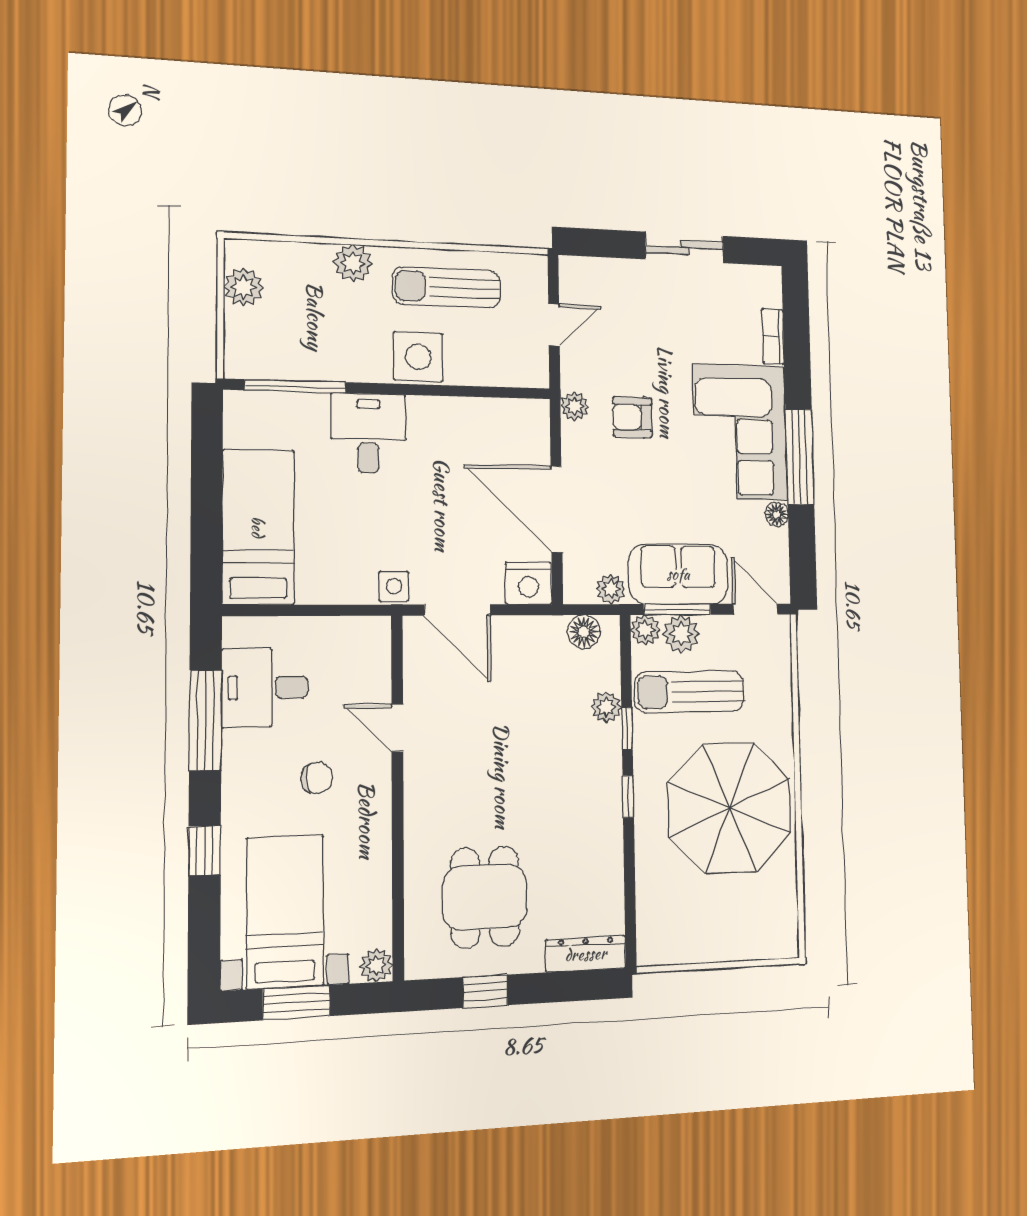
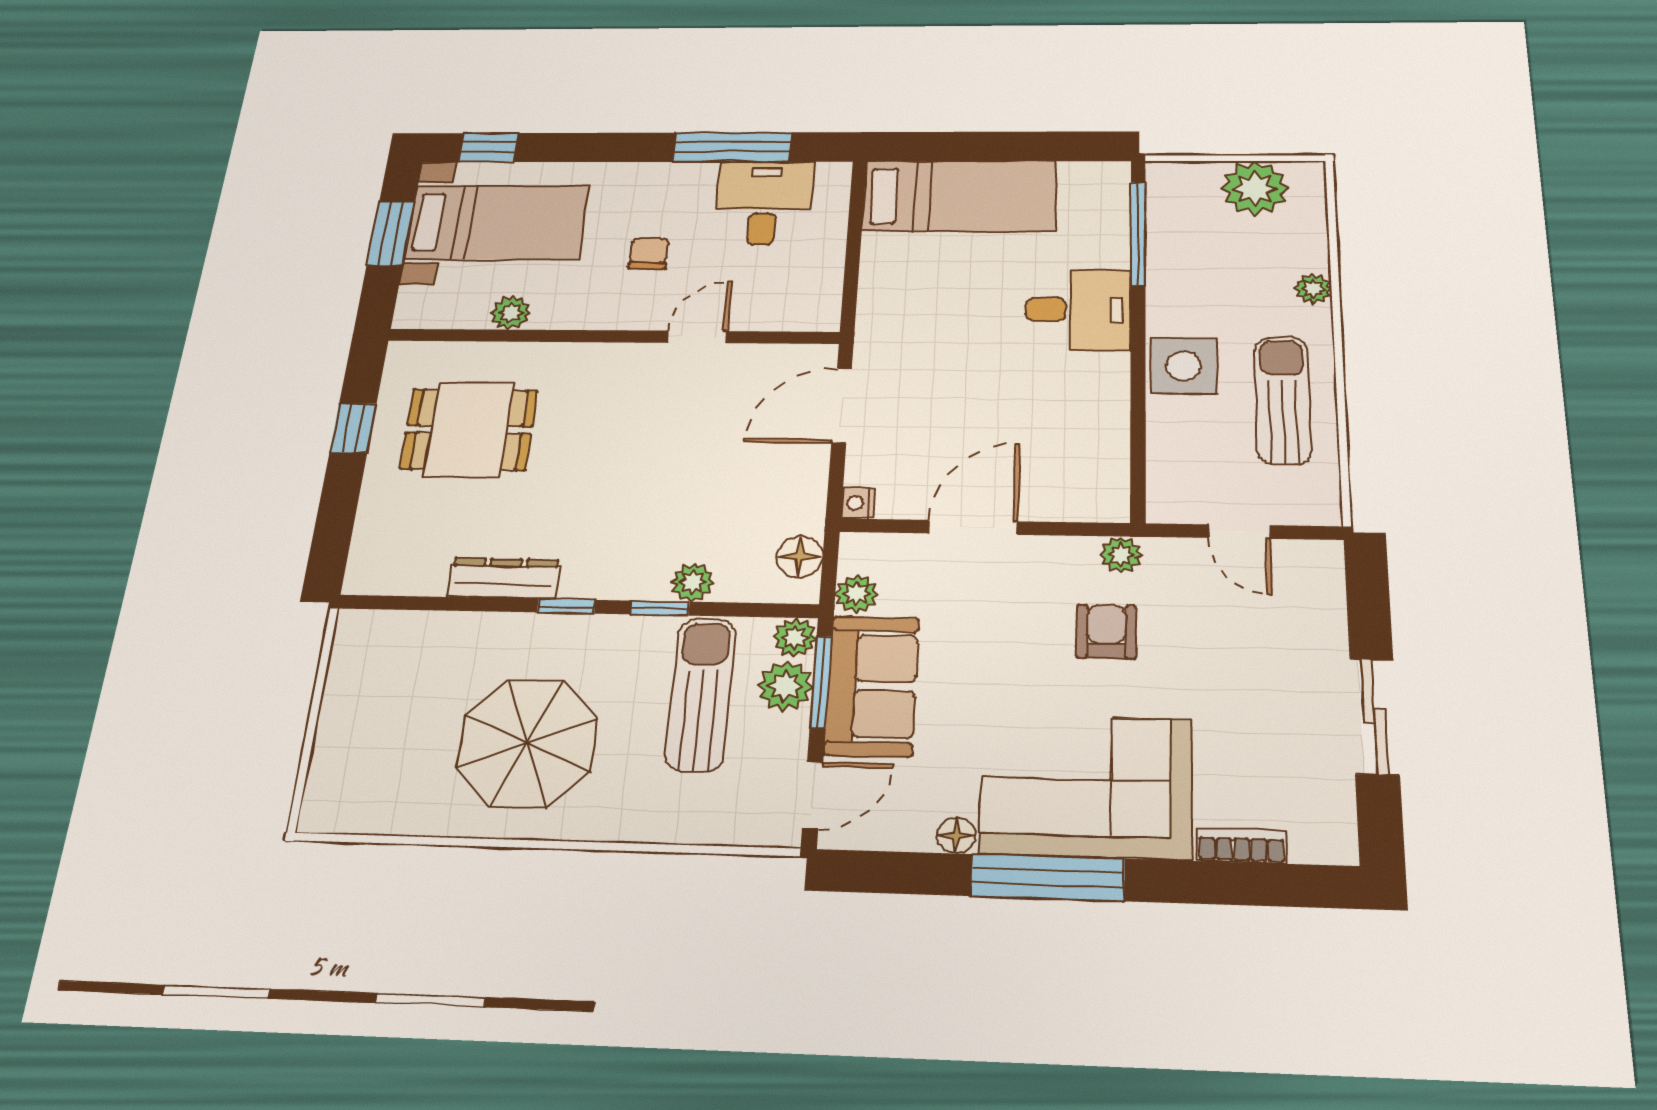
plant: (353, 263) -> (1313, 289), width x0.73, depth x0.73
plant: (244, 287) -> (1255, 188), width x1.36, depth x1.36
door: (556, 509) -> (973, 527), width x0.73
nightstand: (528, 583) -> (858, 503), width x0.53, depth x0.56
side table: (394, 586) -> (878, 335), removed
chair: (317, 778) -> (649, 253), turned 180
parasol: (730, 808) -> (527, 743), width x0.73, depth x0.73
window: (205, 851) -> (489, 147), moved
dresser: (586, 954) -> (504, 578), moved, turned -90
plant: (376, 966) -> (511, 313), moved

